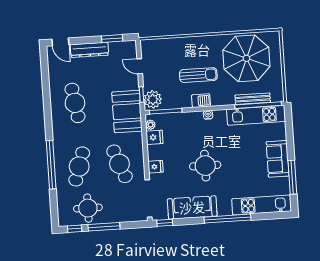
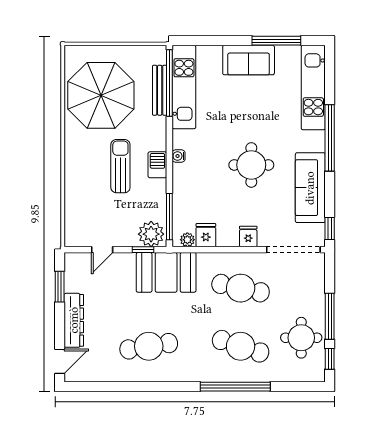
cafe table: (119, 164) -> (241, 288), turned 33

